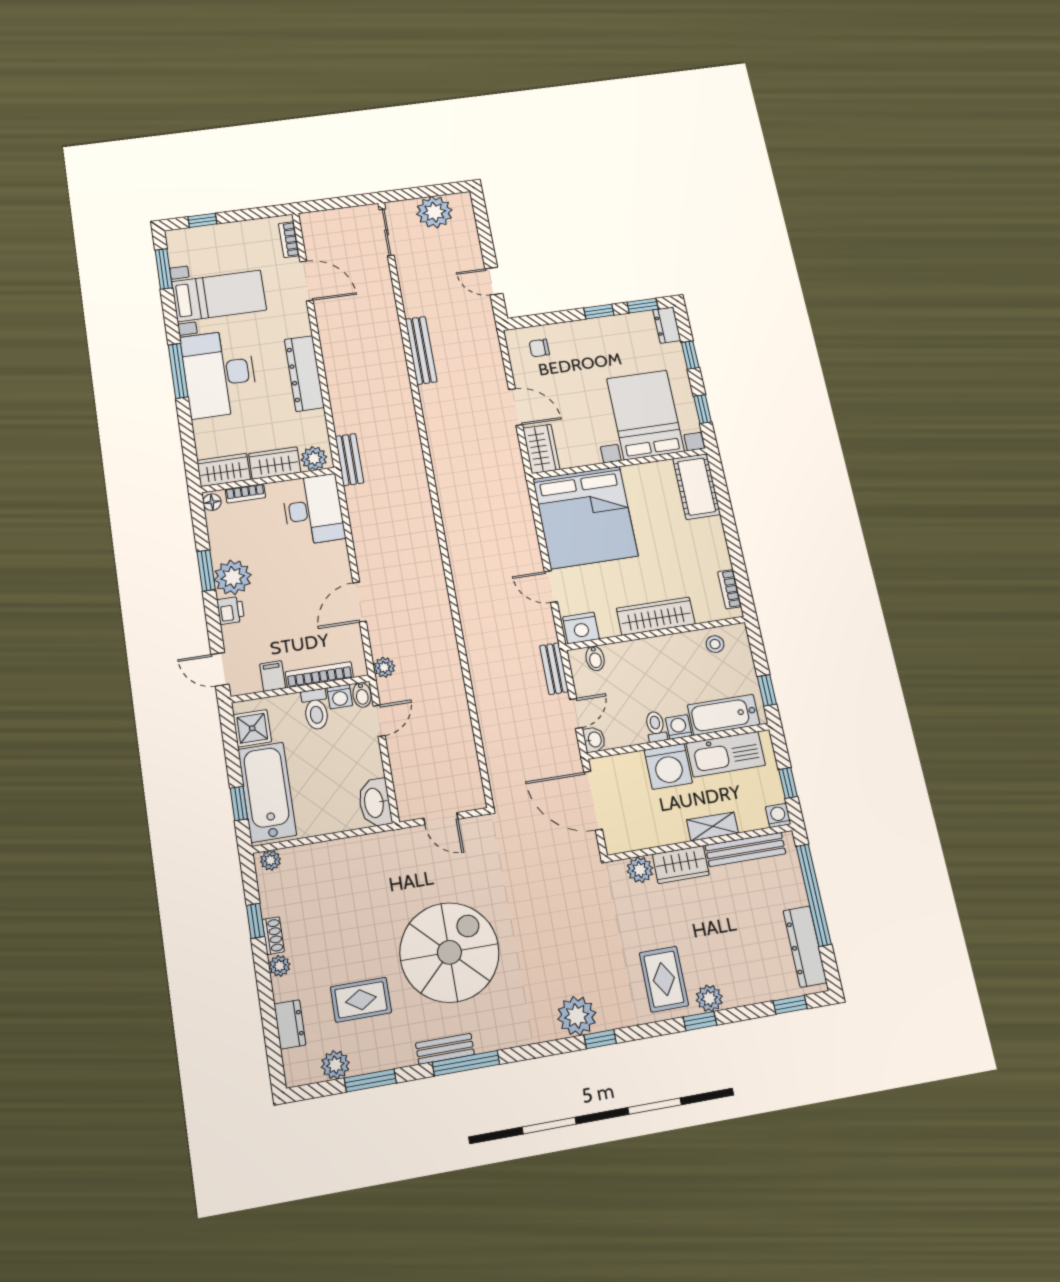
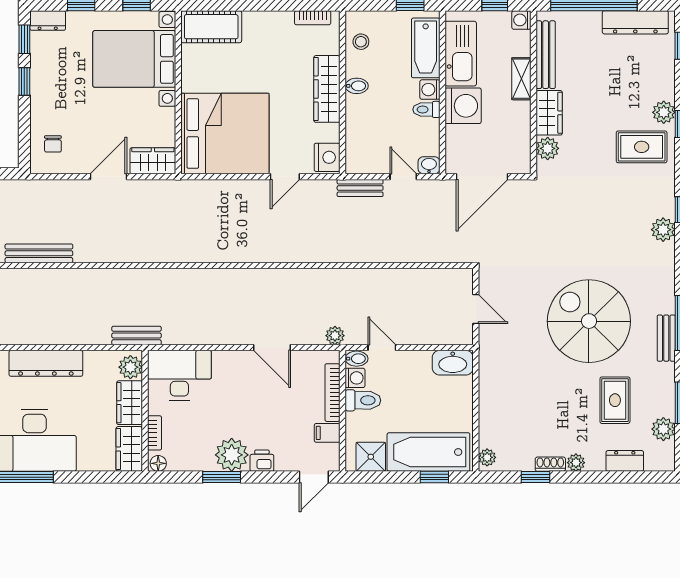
bidet: (595, 658) -> (357, 86), moved
door: (441, 819) -> (476, 309), hinge flipped
plant: (577, 1016) -> (663, 230), width x0.73, depth x0.73

